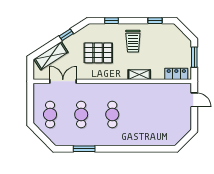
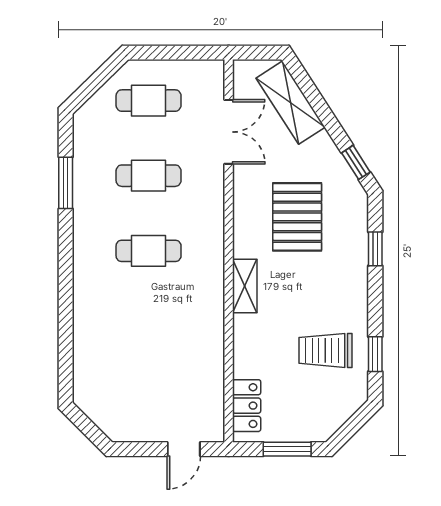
window: (66, 35) -> (356, 162), moved
trolley: (133, 41) -> (326, 350), moved
shelving: (139, 75) -> (245, 286), moved

